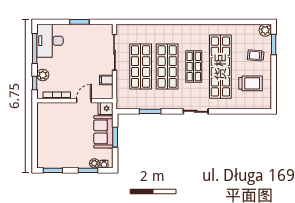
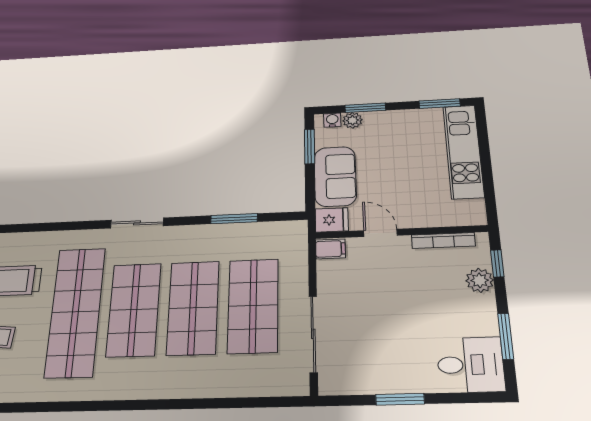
desk: (50, 41) -> (470, 365), width x0.73
window: (35, 48) -> (506, 336), width x0.69
shop shelf: (194, 67) -> (134, 310), width x1.43, depth x1.36
filing cabinet: (106, 80) -> (331, 249), moved
door: (84, 101) -> (380, 233), swing flipped
window: (115, 137) -> (310, 146), moved
kitchen unit: (44, 142) -> (463, 151), added

